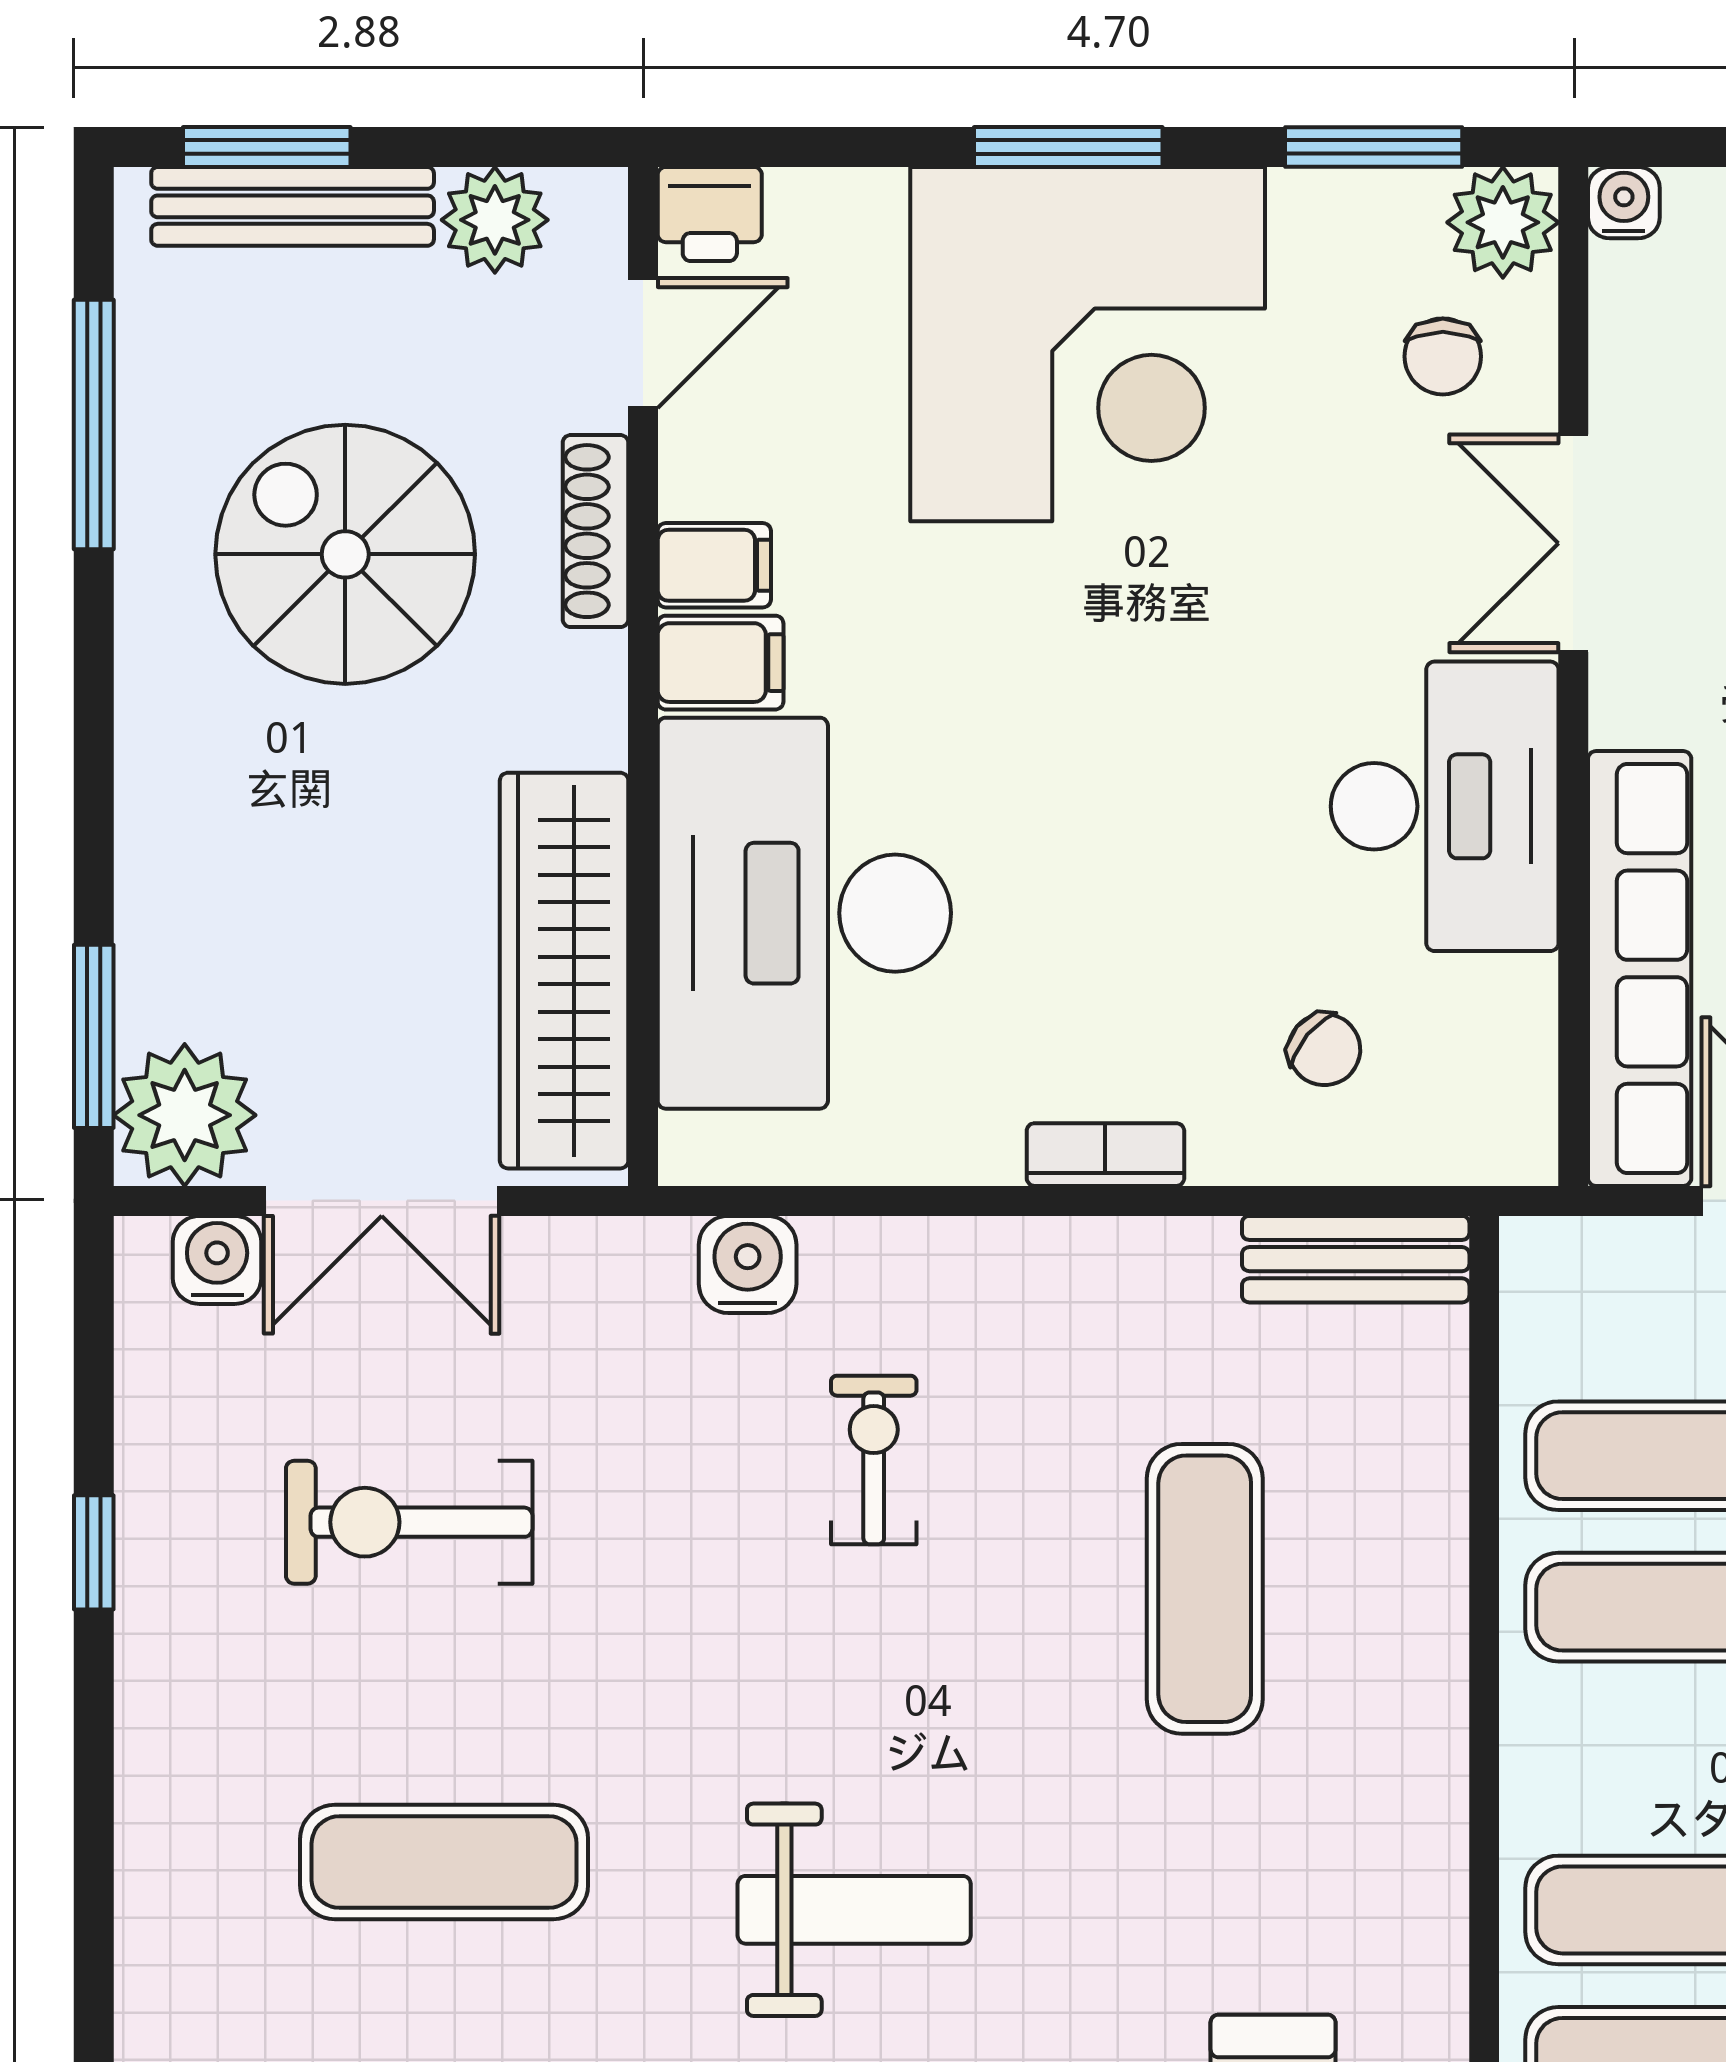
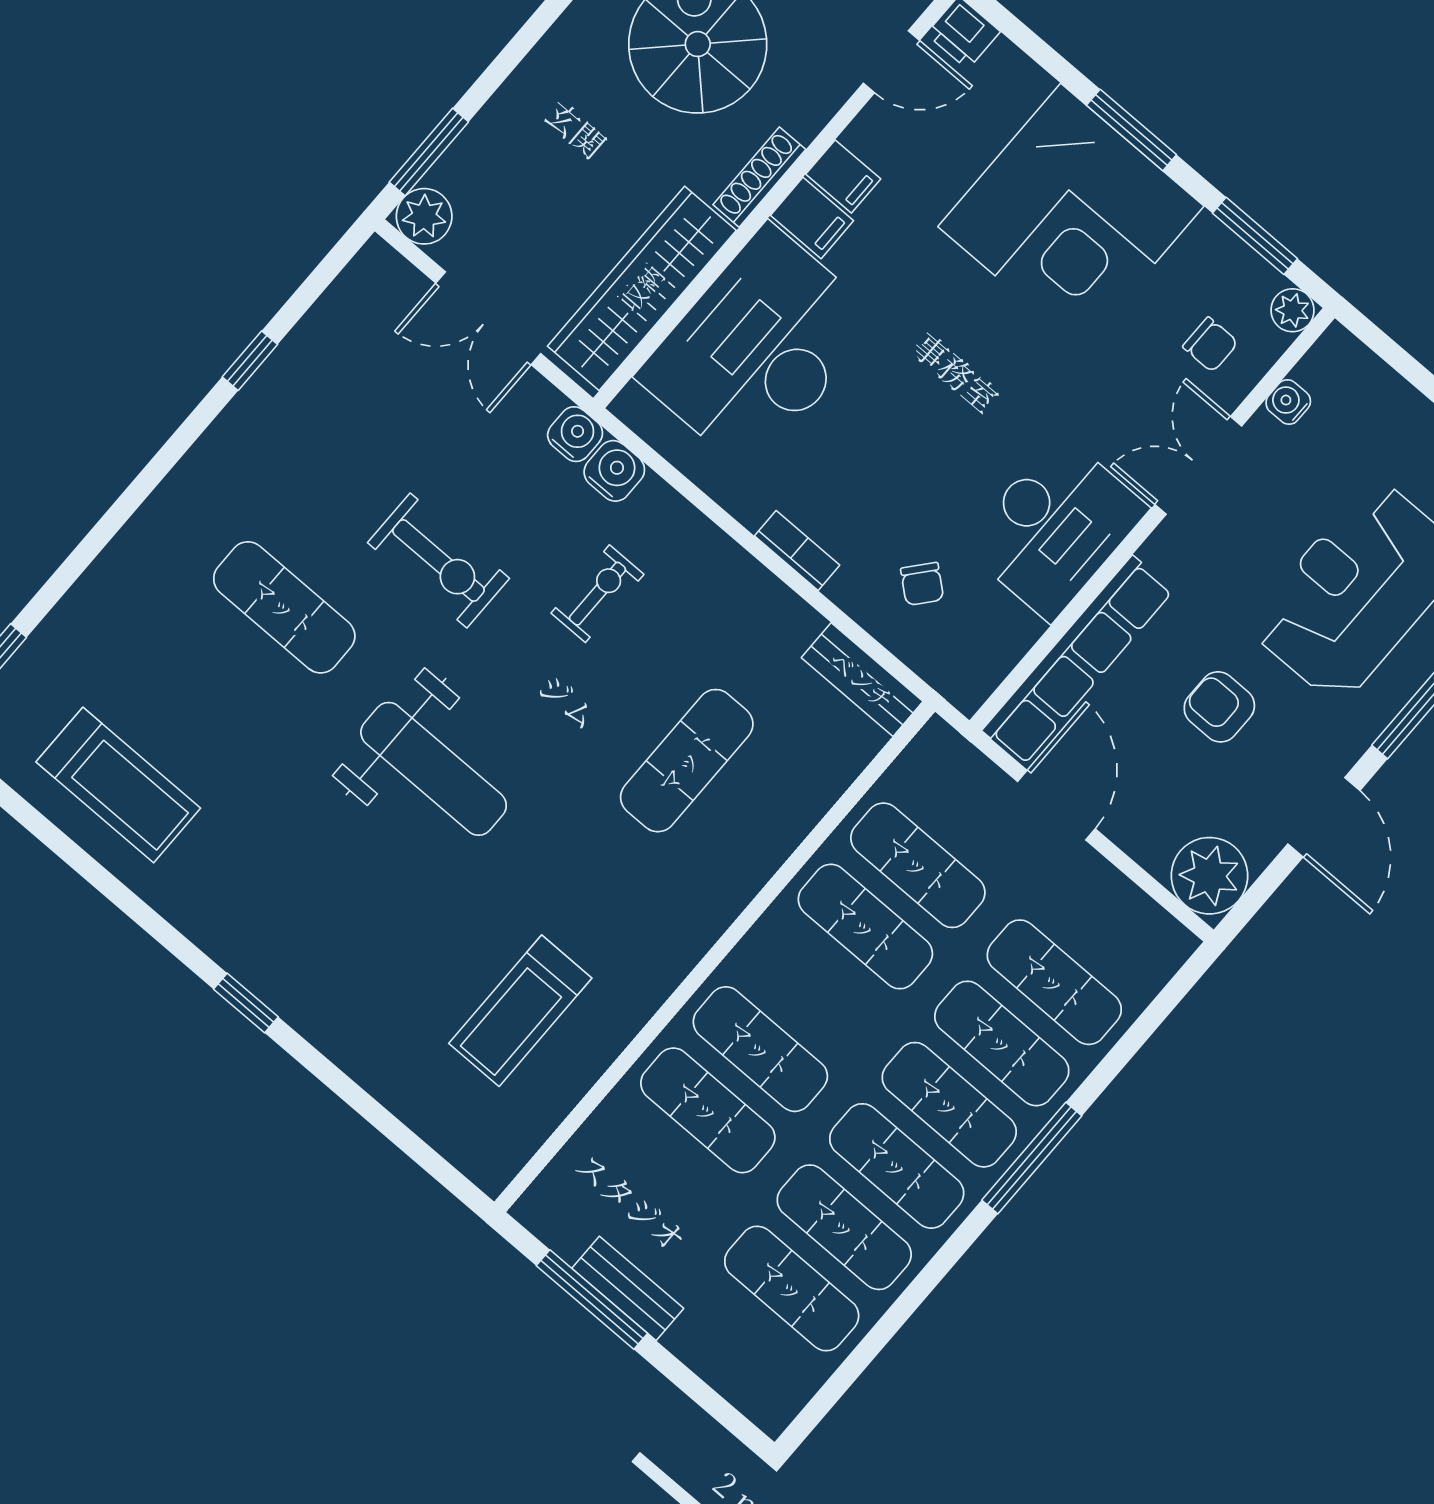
water cooler: (1624, 203) -> (1288, 402), moved, turned -90
plant: (1503, 222) -> (1293, 310), width x0.73, depth x0.73
chair: (1443, 356) -> (1210, 345), turned -90
shoe rack: (595, 531) -> (759, 177), moved
plant: (185, 1115) -> (424, 216), width x0.73, depth x0.73
water cooler: (217, 1260) -> (575, 434), moved
exercise bike: (409, 1522) -> (439, 560), moved, turned 180
weight bench: (854, 1910) -> (434, 769), width x1.36, depth x1.33

